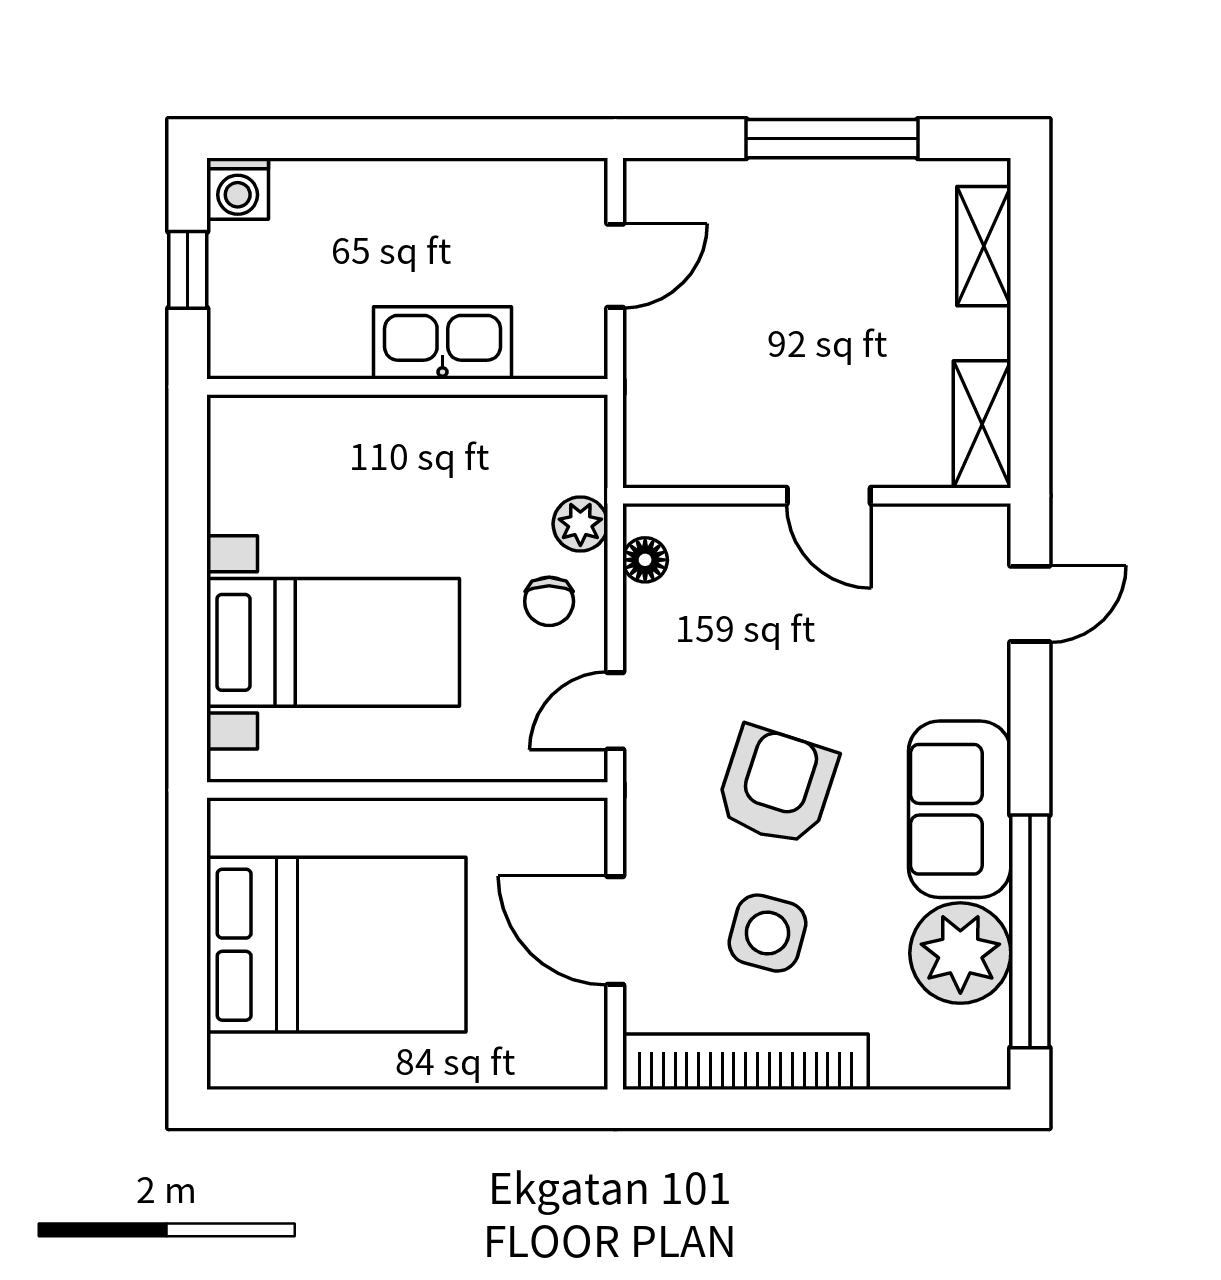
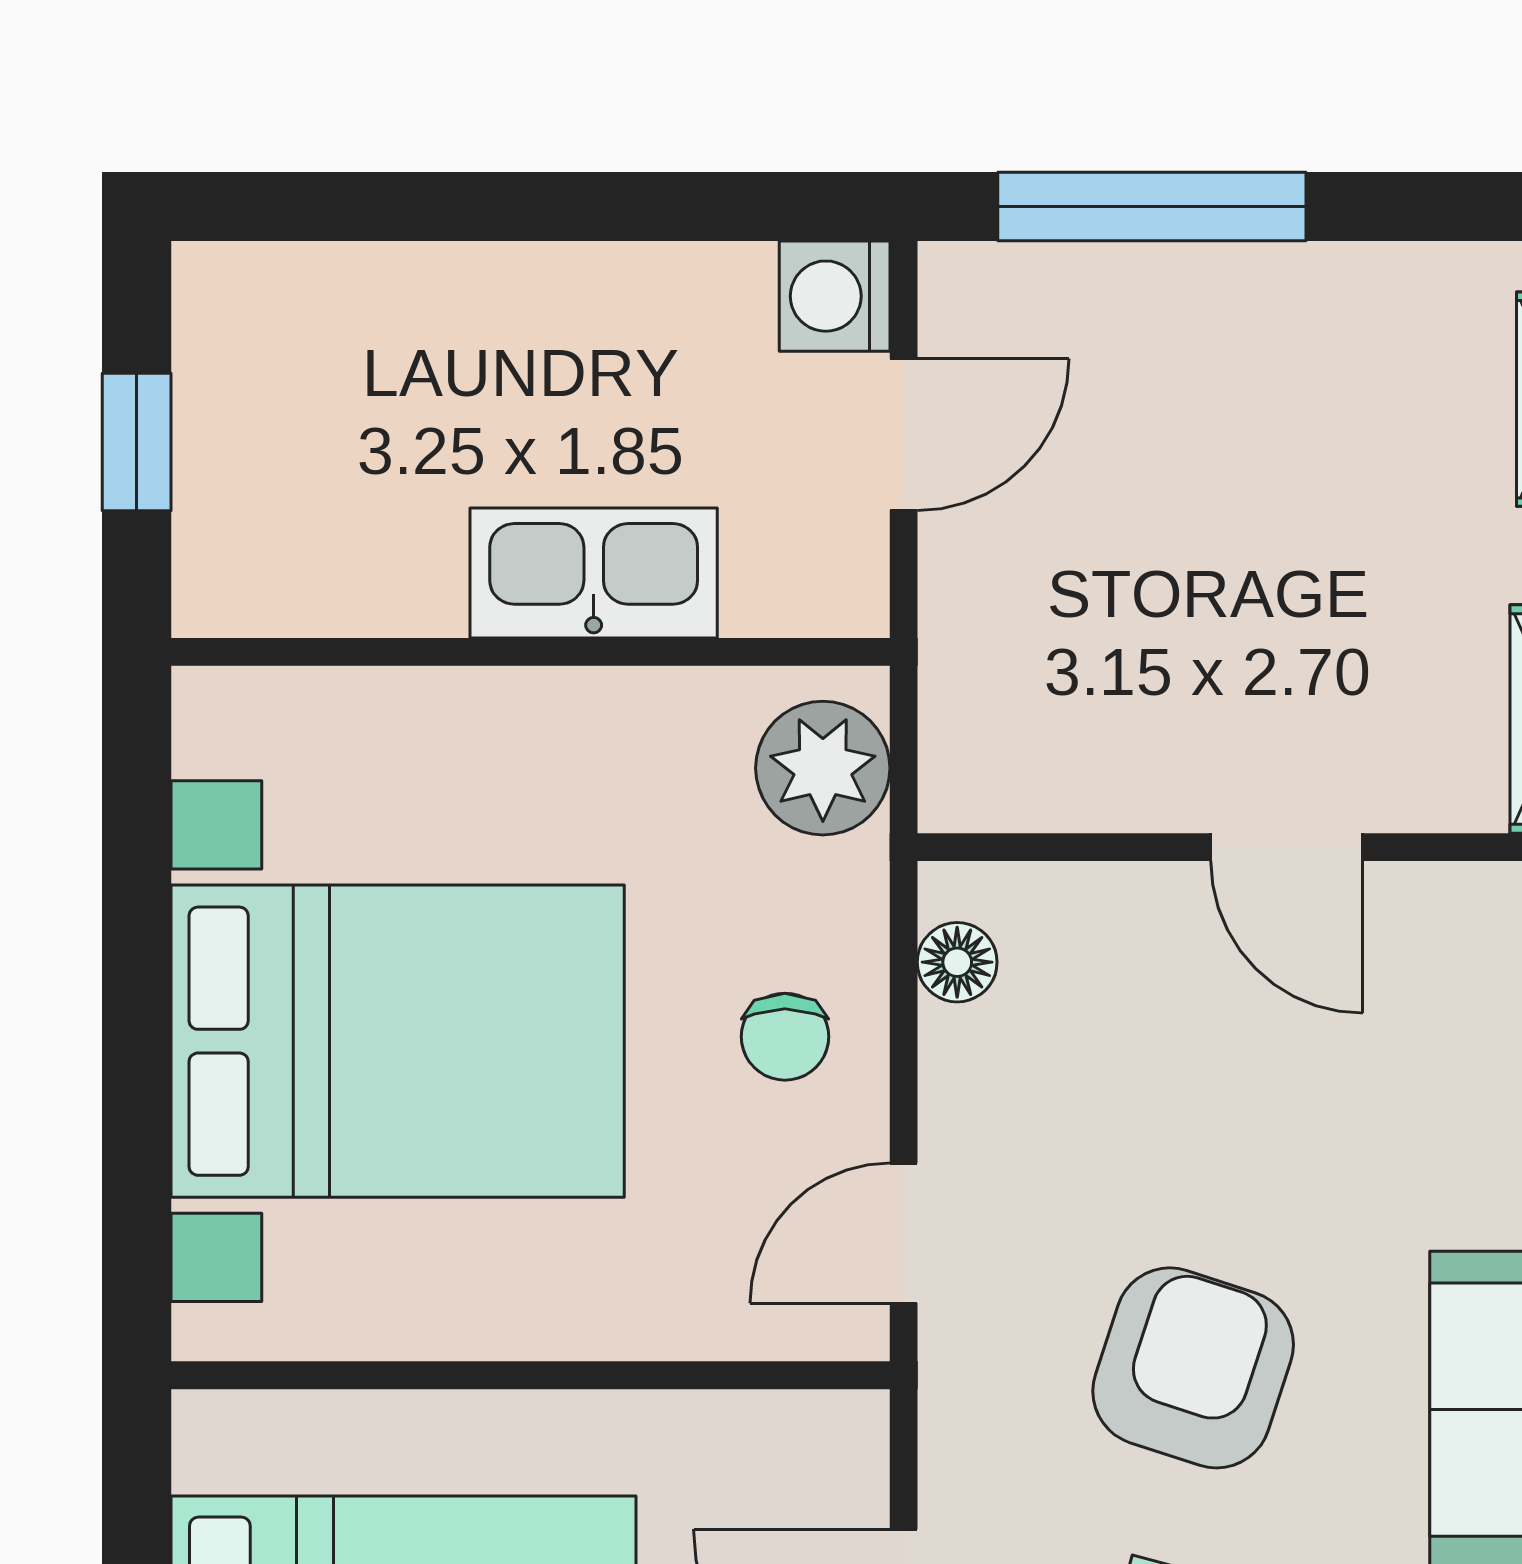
window: (832, 139) -> (1152, 206), moved
washing machine: (238, 189) -> (835, 296), moved, turned 90
plant: (580, 524) -> (823, 768), moved, width x1.38, depth x1.38
bed with nightstands: (333, 642) -> (398, 1041), width x1.36

